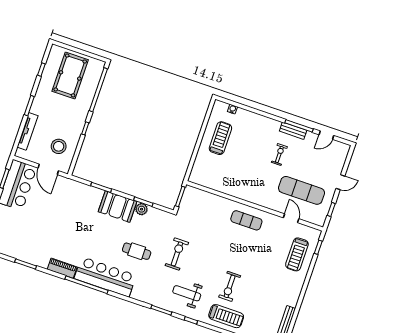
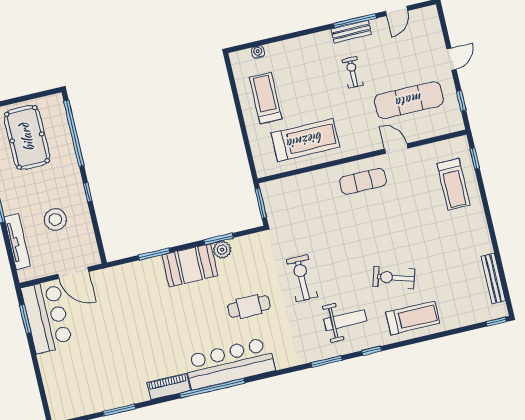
stool: (59, 146) -> (55, 220), moved
treadmill: (228, 176) -> (305, 140), added
door: (291, 218) -> (396, 148), moved
exercise bike: (230, 286) -> (394, 278), turned 107
weight bench: (187, 293) -> (345, 320), turned 180

